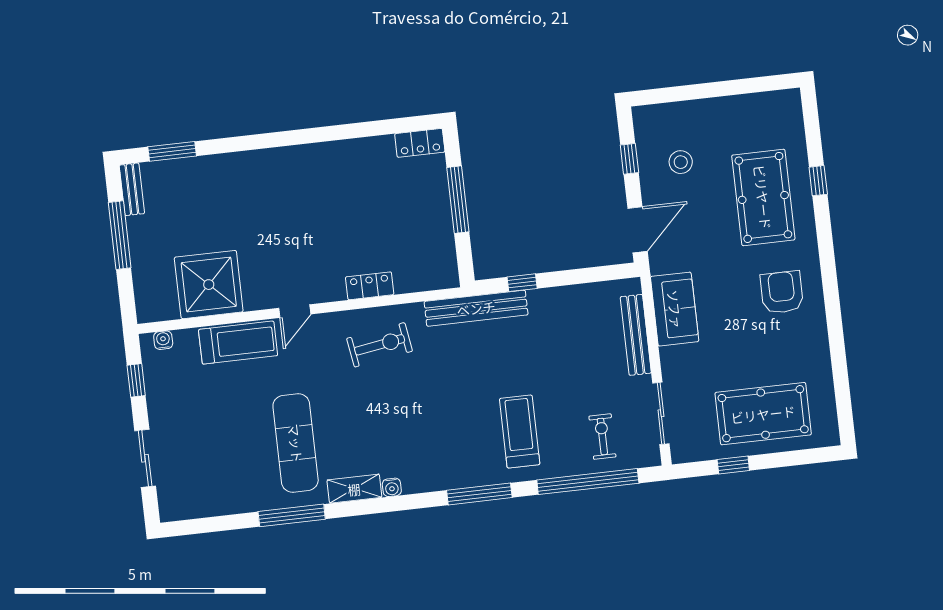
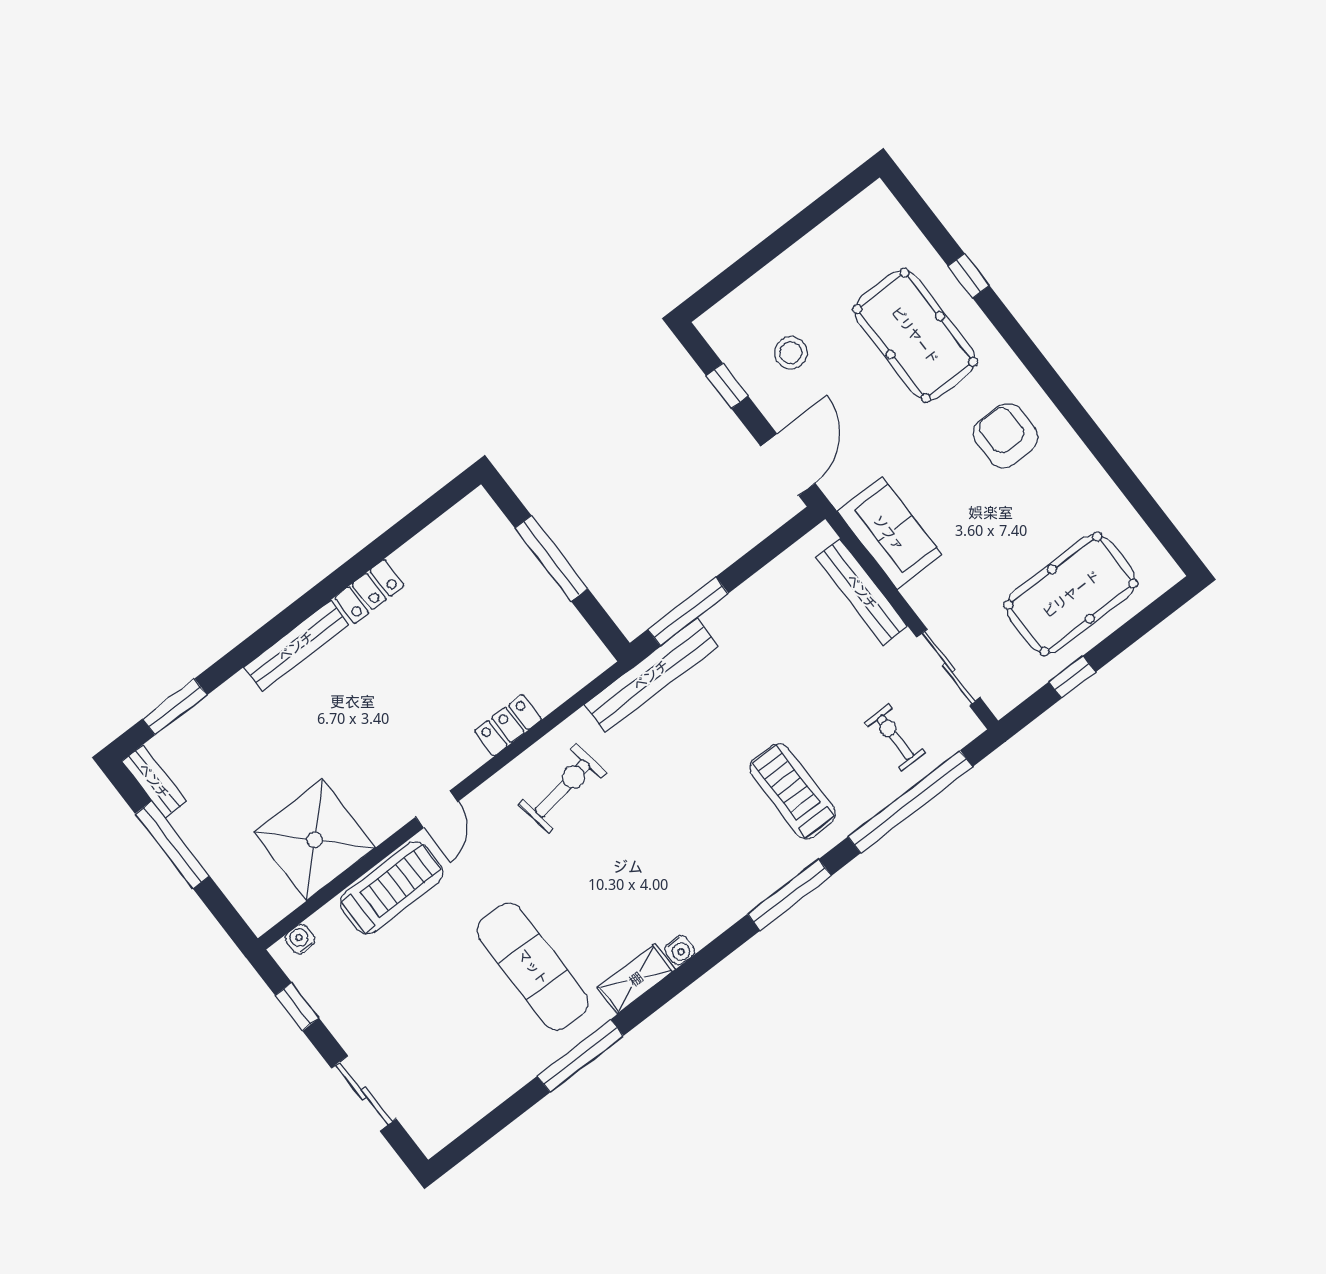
locker: (420, 143) -> (369, 592), moved
bench: (269, 159) -> (296, 646), added
window: (522, 283) -> (688, 611), width x2.17

